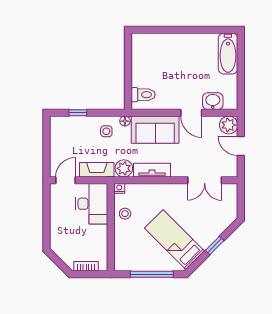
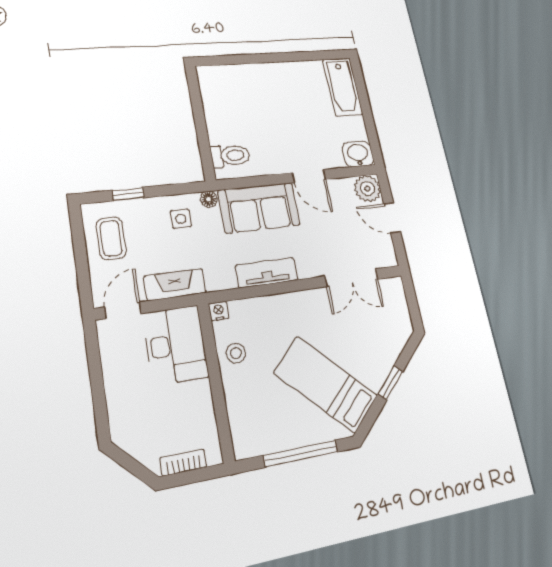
washbasin: (213, 101) -> (358, 154), moved
coffee table: (65, 138) -> (111, 238), added
plant: (124, 168) -> (220, 276), removed

